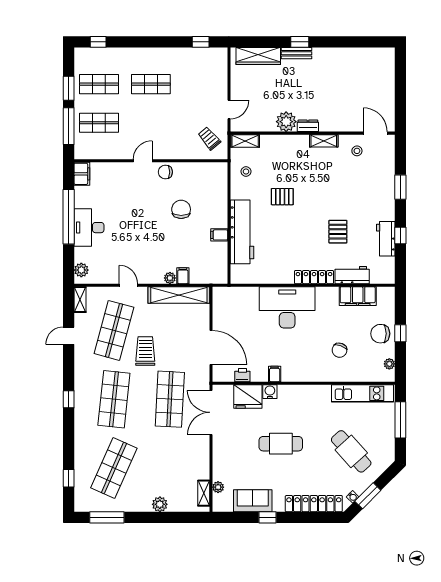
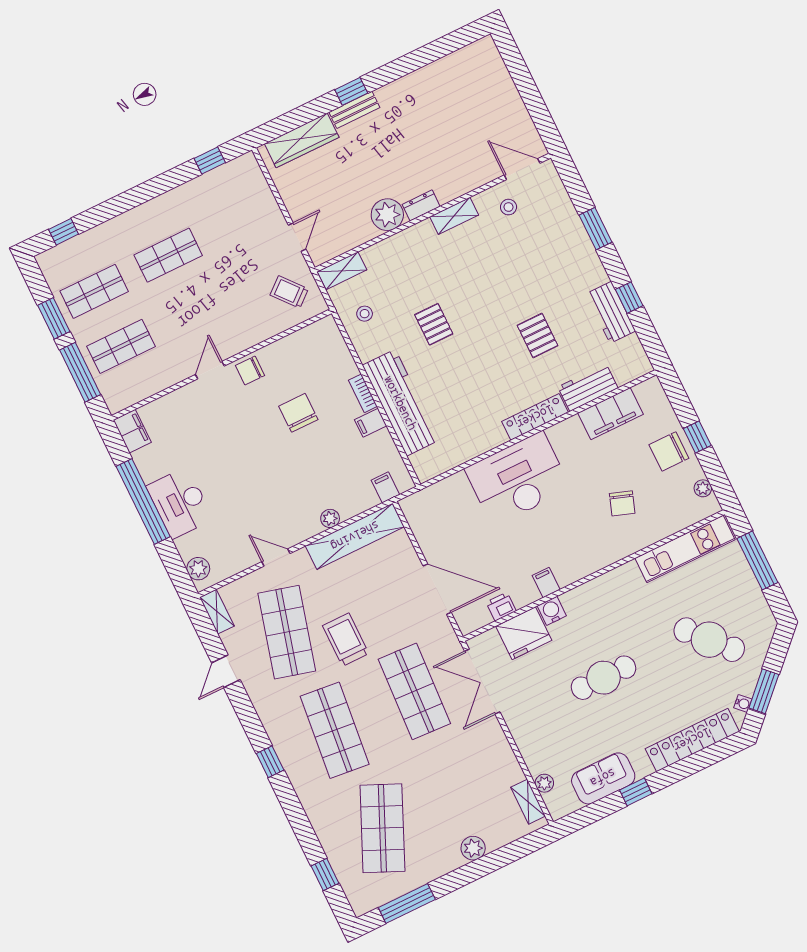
pallet: (282, 197) -> (434, 324), turned 90
bookcase: (223, 216) -> (363, 393), added
filing cabinet: (183, 276) -> (385, 487), moved

